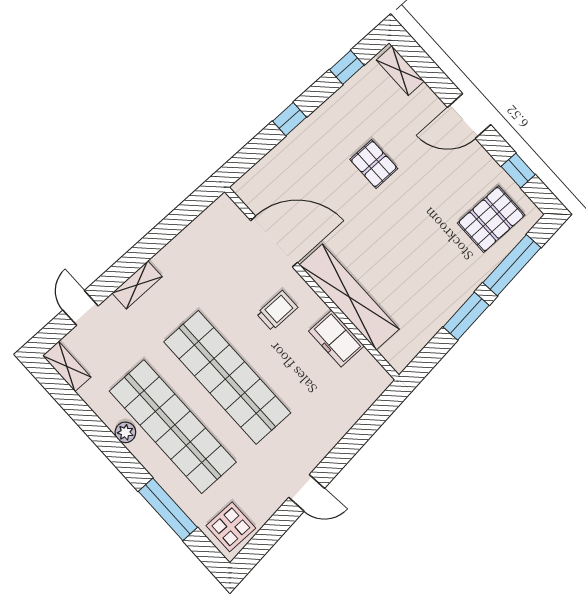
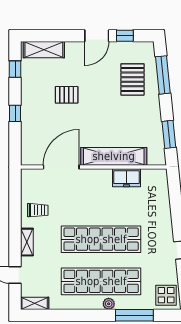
shelving: (400, 71) -> (44, 50), width x1.50, depth x1.33
door: (469, 116) -> (97, 36), moved
pallet: (491, 219) -> (133, 79), moved
trolley: (277, 311) -> (38, 210), moved, turned 90
window: (466, 316) -> (169, 134), moved
plant: (125, 432) -> (109, 304), moved

